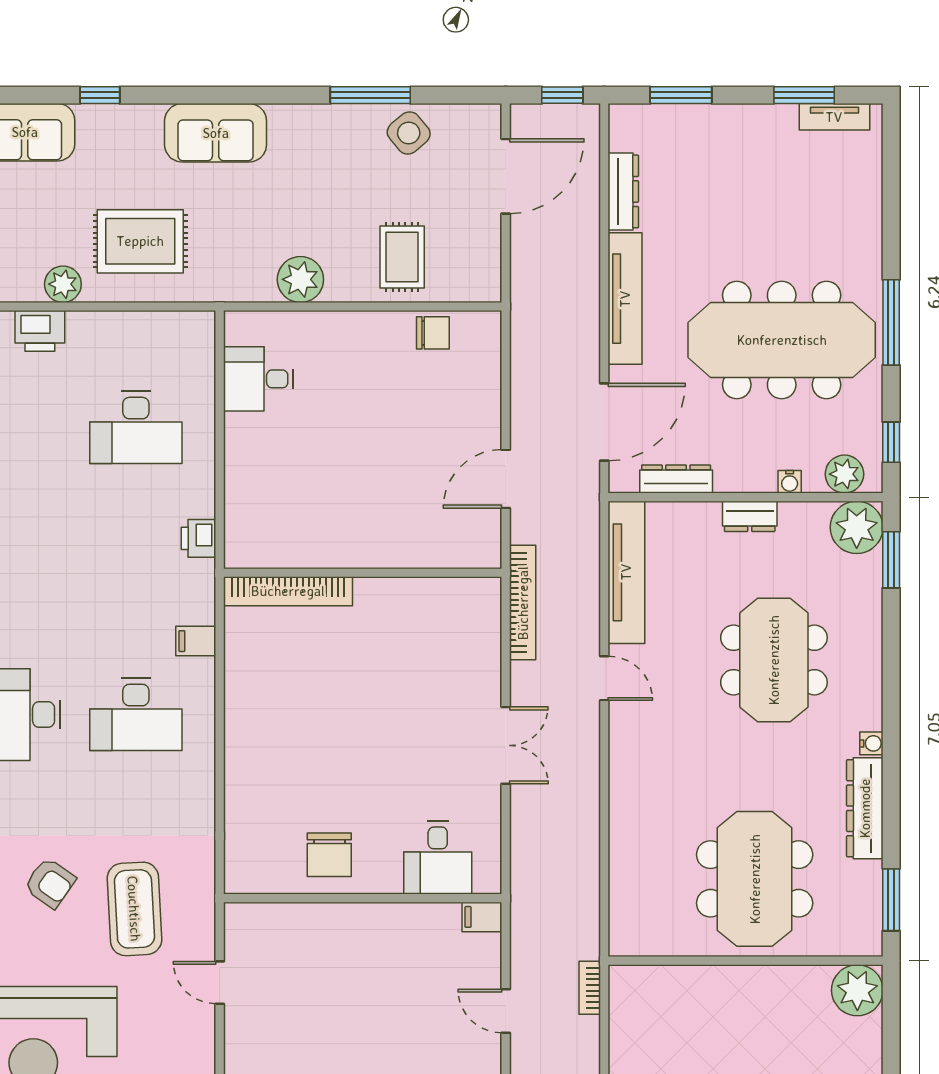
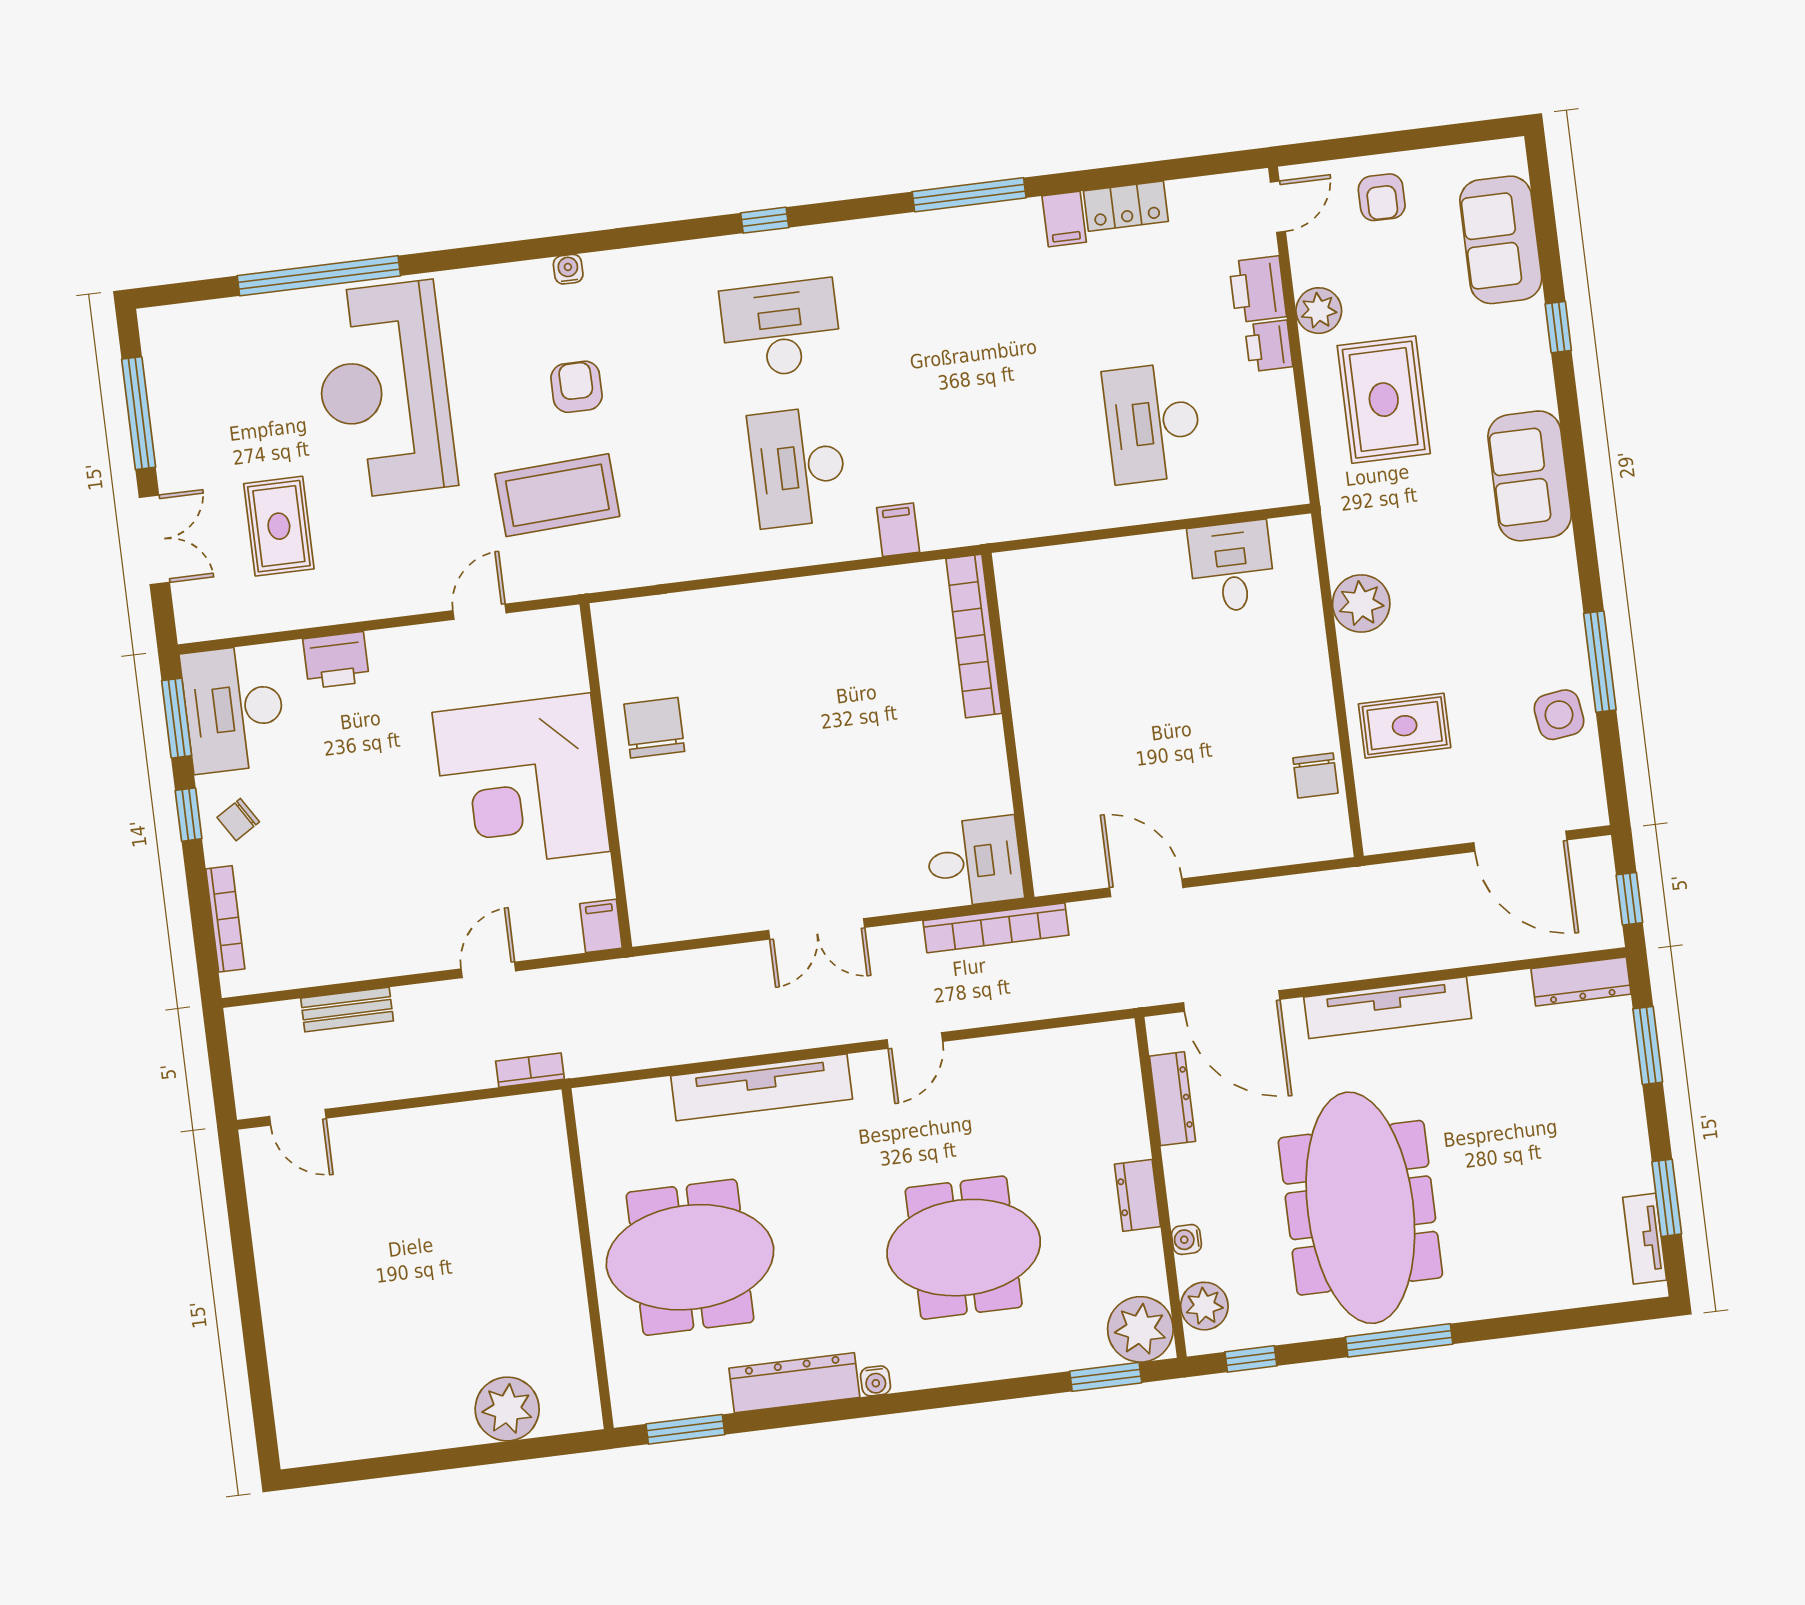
side table: (409, 133) -> (1559, 715), turned 32
dresser: (623, 191) -> (1581, 981), moved
printer: (198, 538) -> (1269, 346), moved, turned -90
tv unit: (626, 572) -> (762, 1087), moved
chair: (329, 855) -> (654, 728), turned 90
desk: (438, 858) -> (974, 862), moved, turned 180
armchair: (50, 883) -> (576, 387), turned 145
corner desk: (359, 966) -> (521, 782), added
plant: (857, 990) -> (507, 1409), moved

